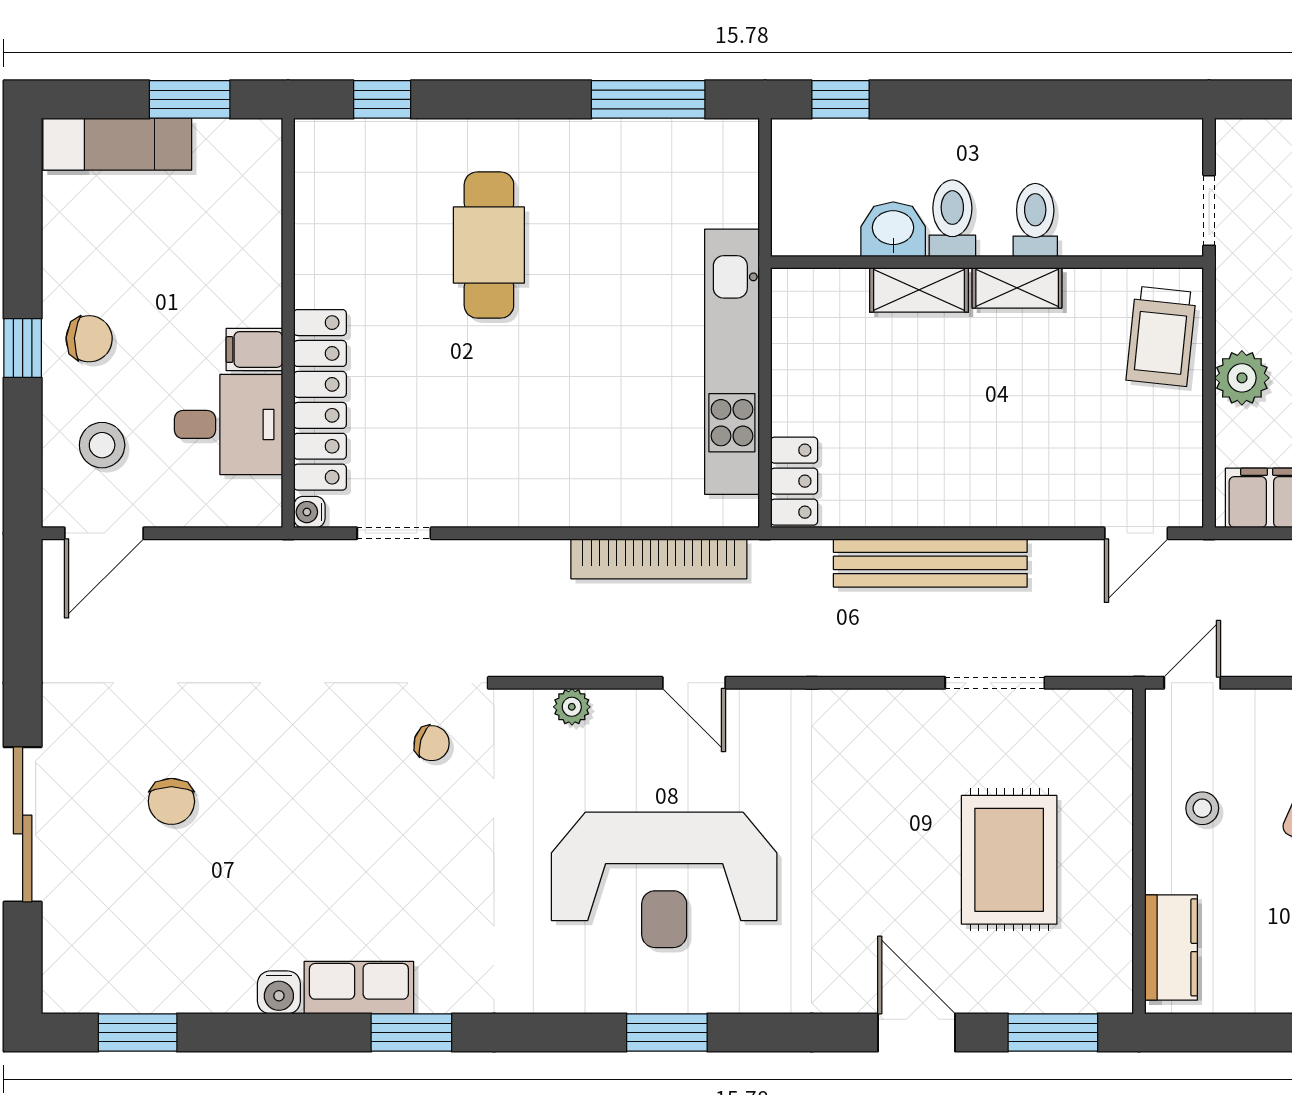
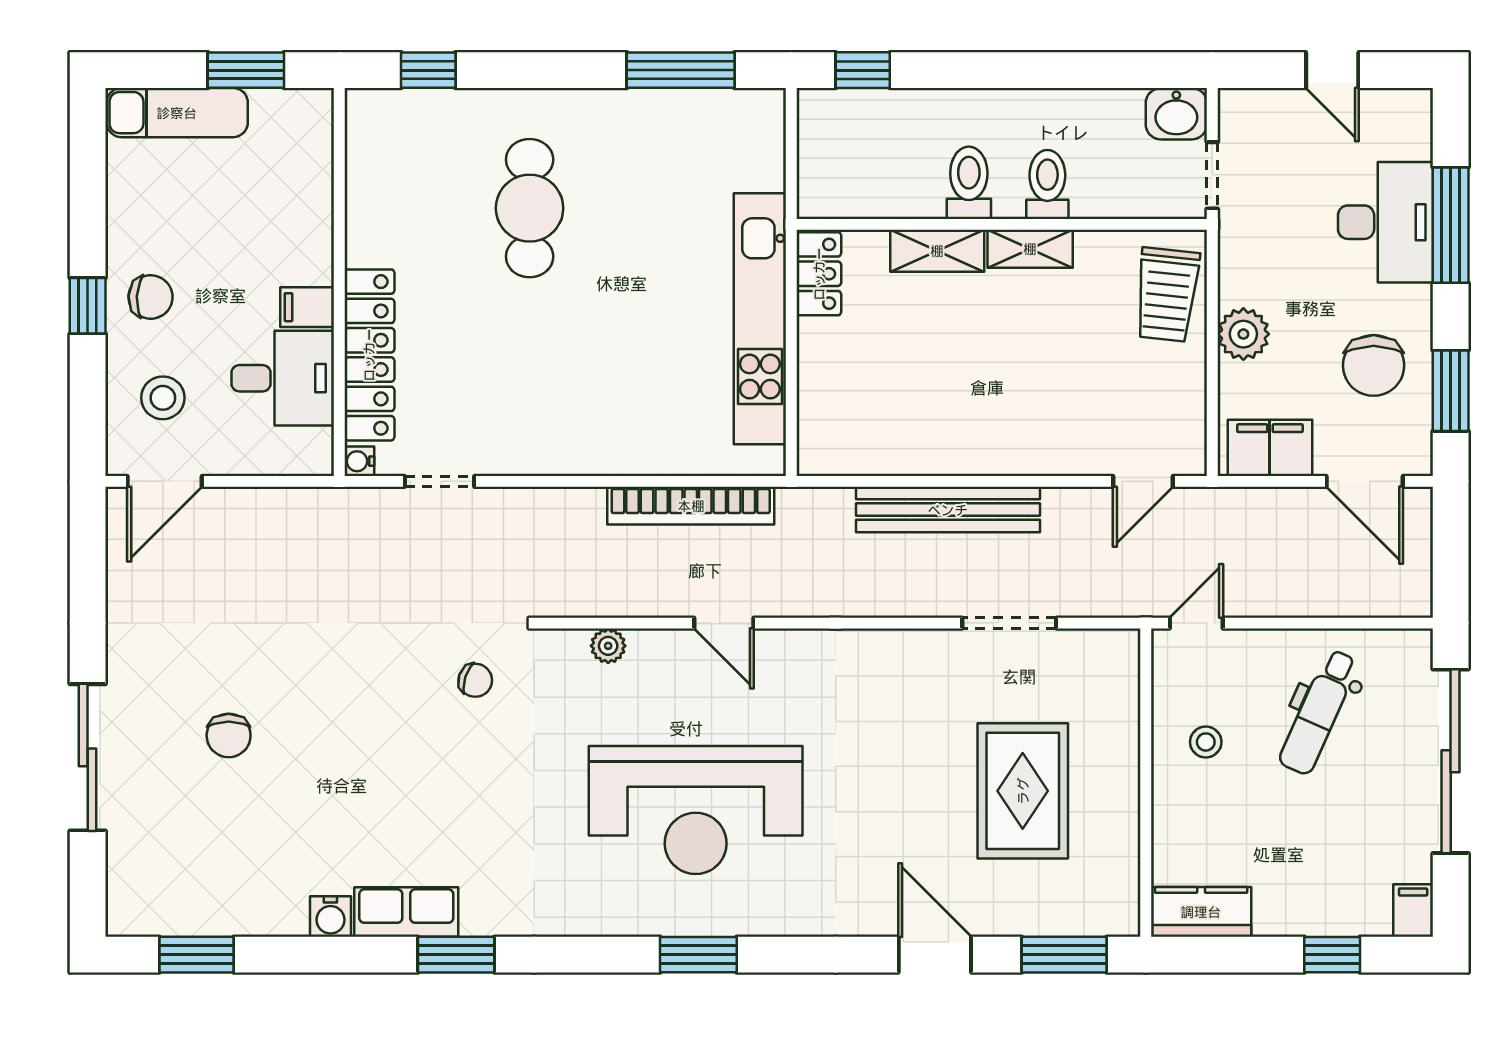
washbasin: (893, 229) -> (1176, 114), moved, turned 180
locker: (794, 481) -> (819, 274), moved
kitchen counter: (1171, 947) -> (1201, 912), moved, turned -90

